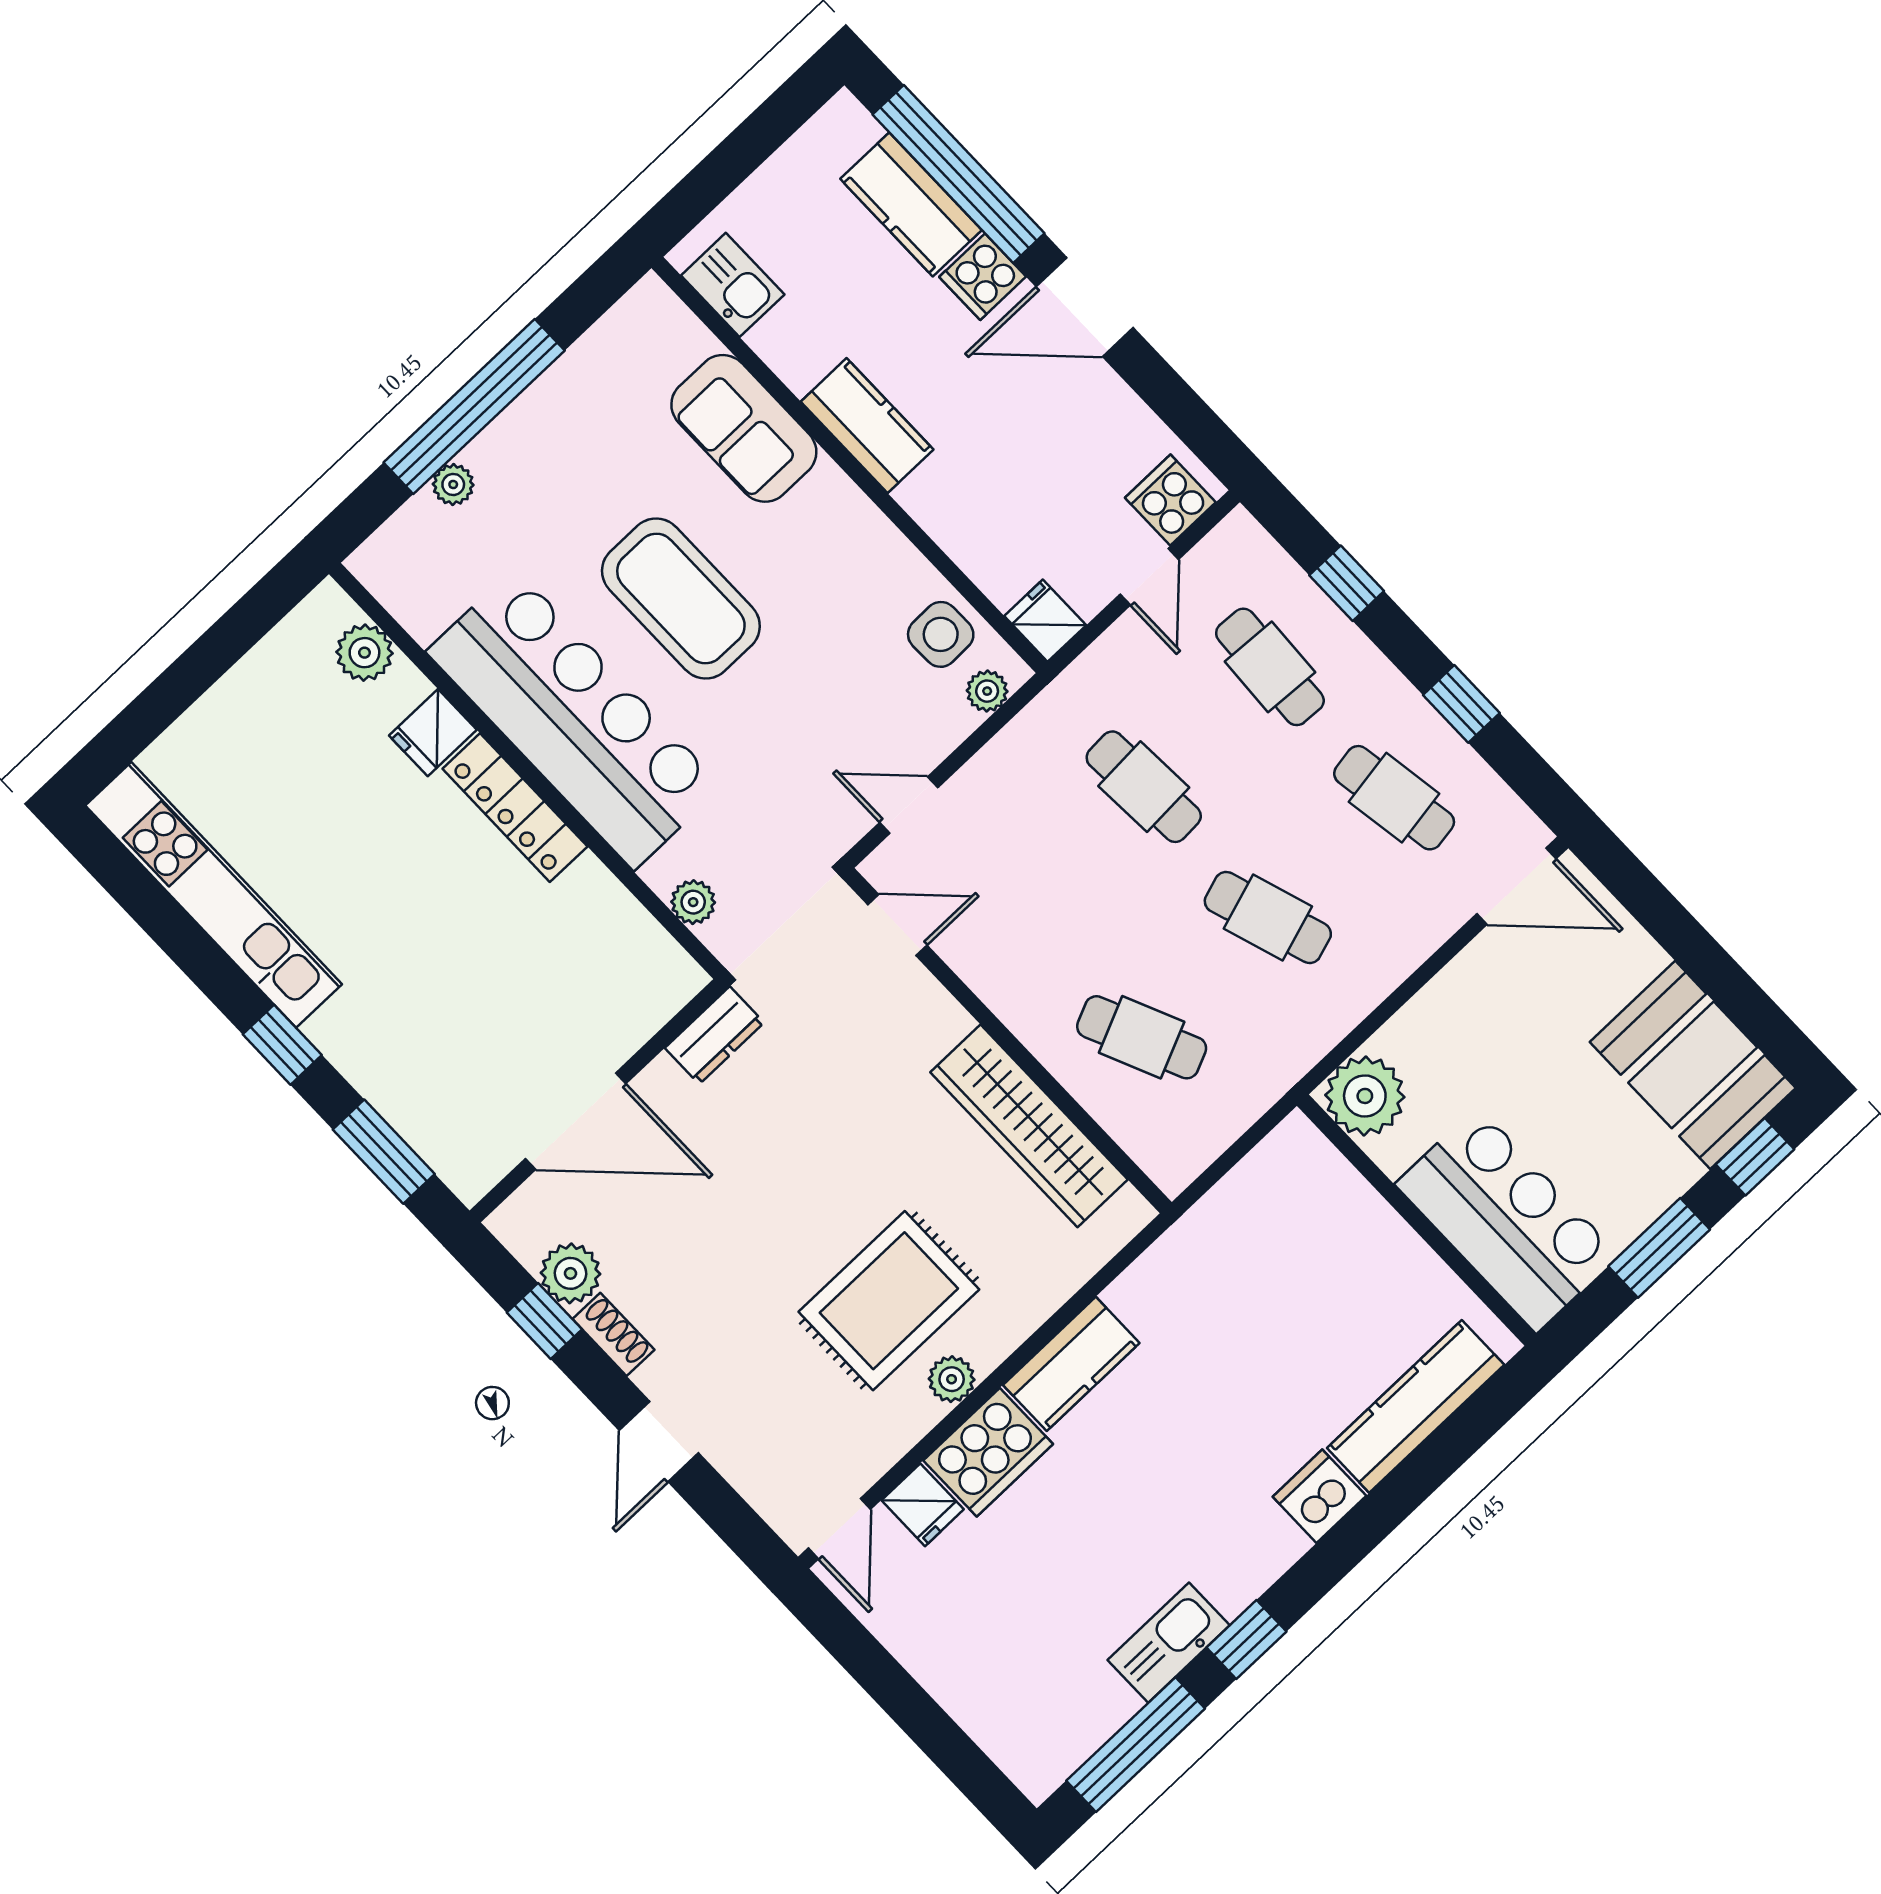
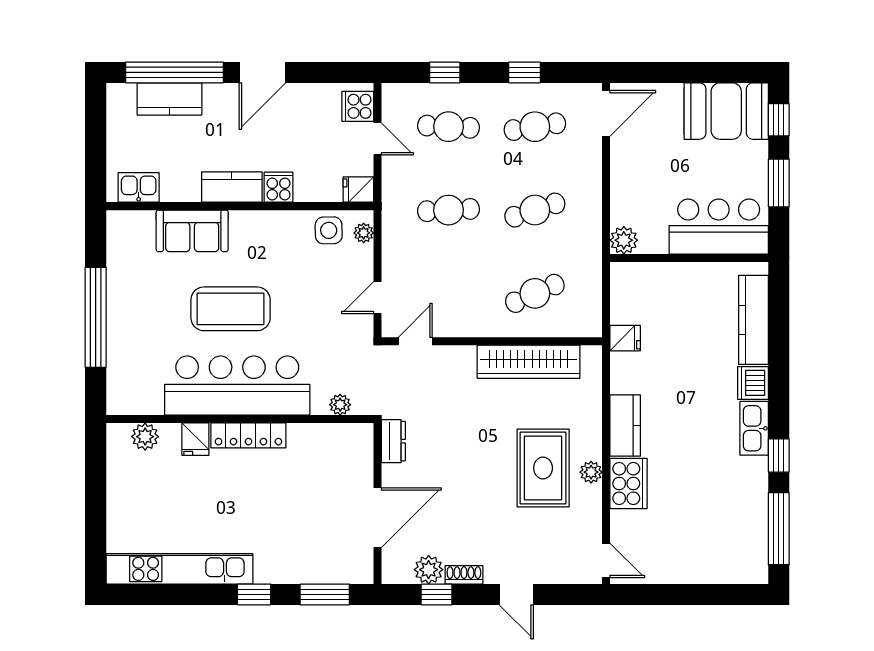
cooker: (983, 277) -> (279, 187), moved, turned 180
plant: (453, 484) -> (116, 350), removed
plant: (1365, 1096) -> (624, 240), width x0.73, depth x0.73
fridge: (923, 1505) -> (625, 338), moved
kitchen sink: (1169, 1643) -> (754, 428), moved

